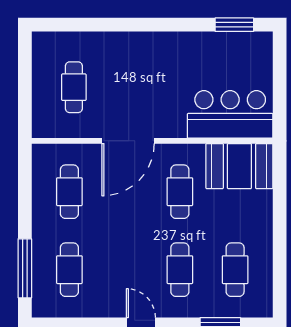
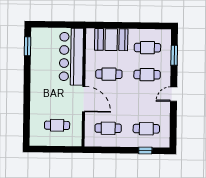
bar counter: (230, 114) -> (71, 57), width x1.36
booth: (239, 166) -> (111, 40), moved, turned 90
window: (25, 268) -> (145, 151), width x0.46

